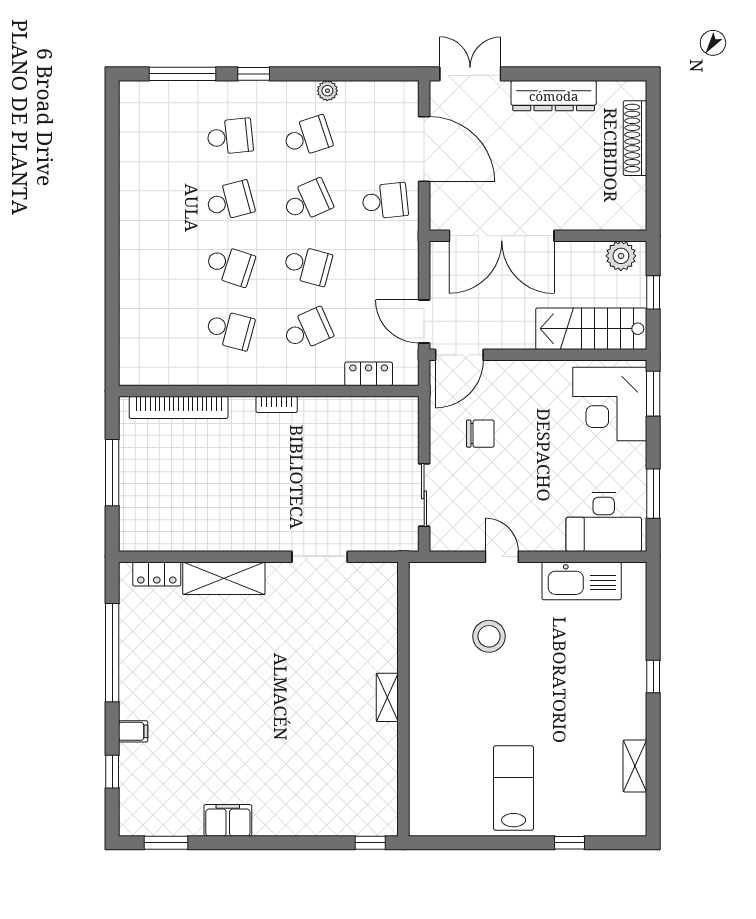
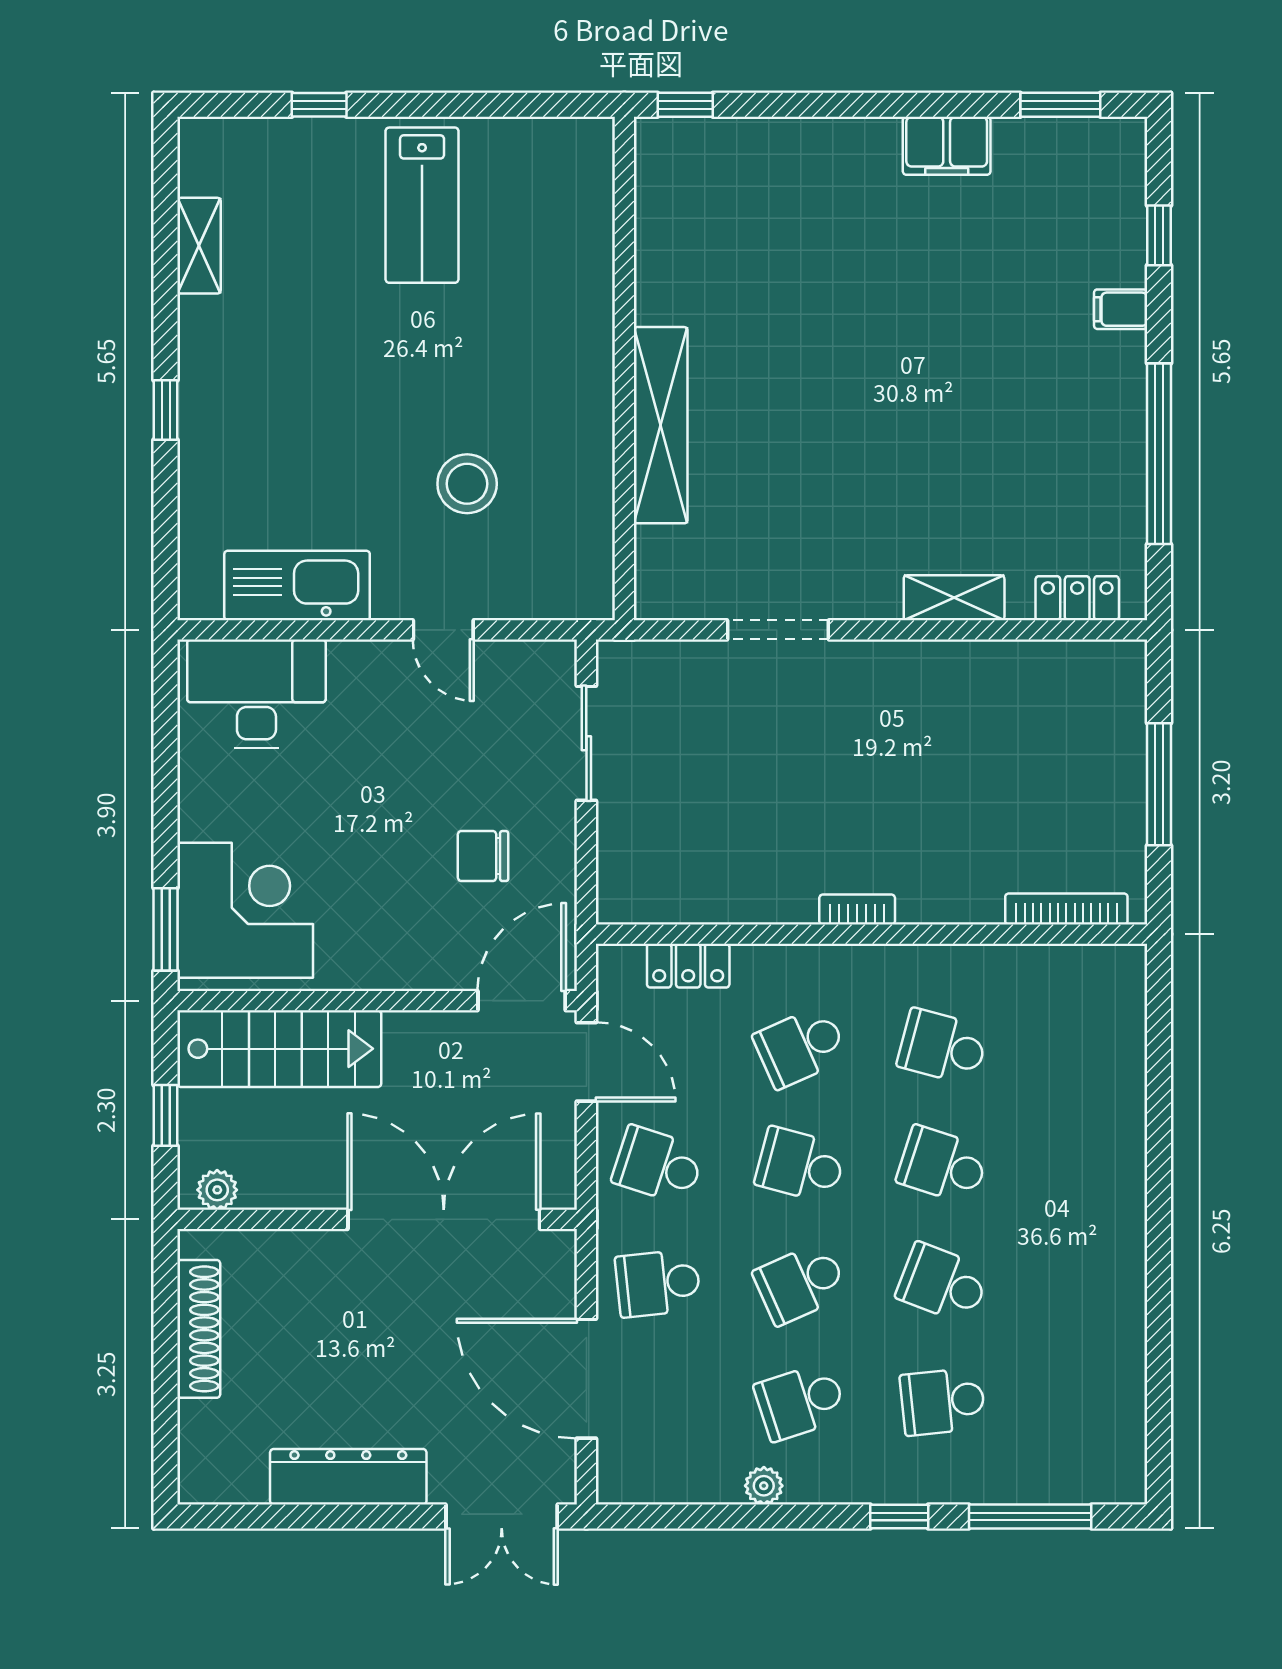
shoe rack: (635, 138) -> (199, 1329), moved
school desk: (230, 201) -> (943, 1283), turned 36
plant: (621, 256) -> (217, 1190), width x0.73, depth x0.73
school desk: (385, 265) -> (658, 1165), added
bookcase: (179, 407) -> (1066, 909), width x0.68, depth x0.76
window: (653, 494) -> (166, 746), removed
shelving: (224, 578) -> (954, 598), width x0.67, depth x0.75
shelving: (387, 697) -> (661, 425), width x2.20, depth x1.33

